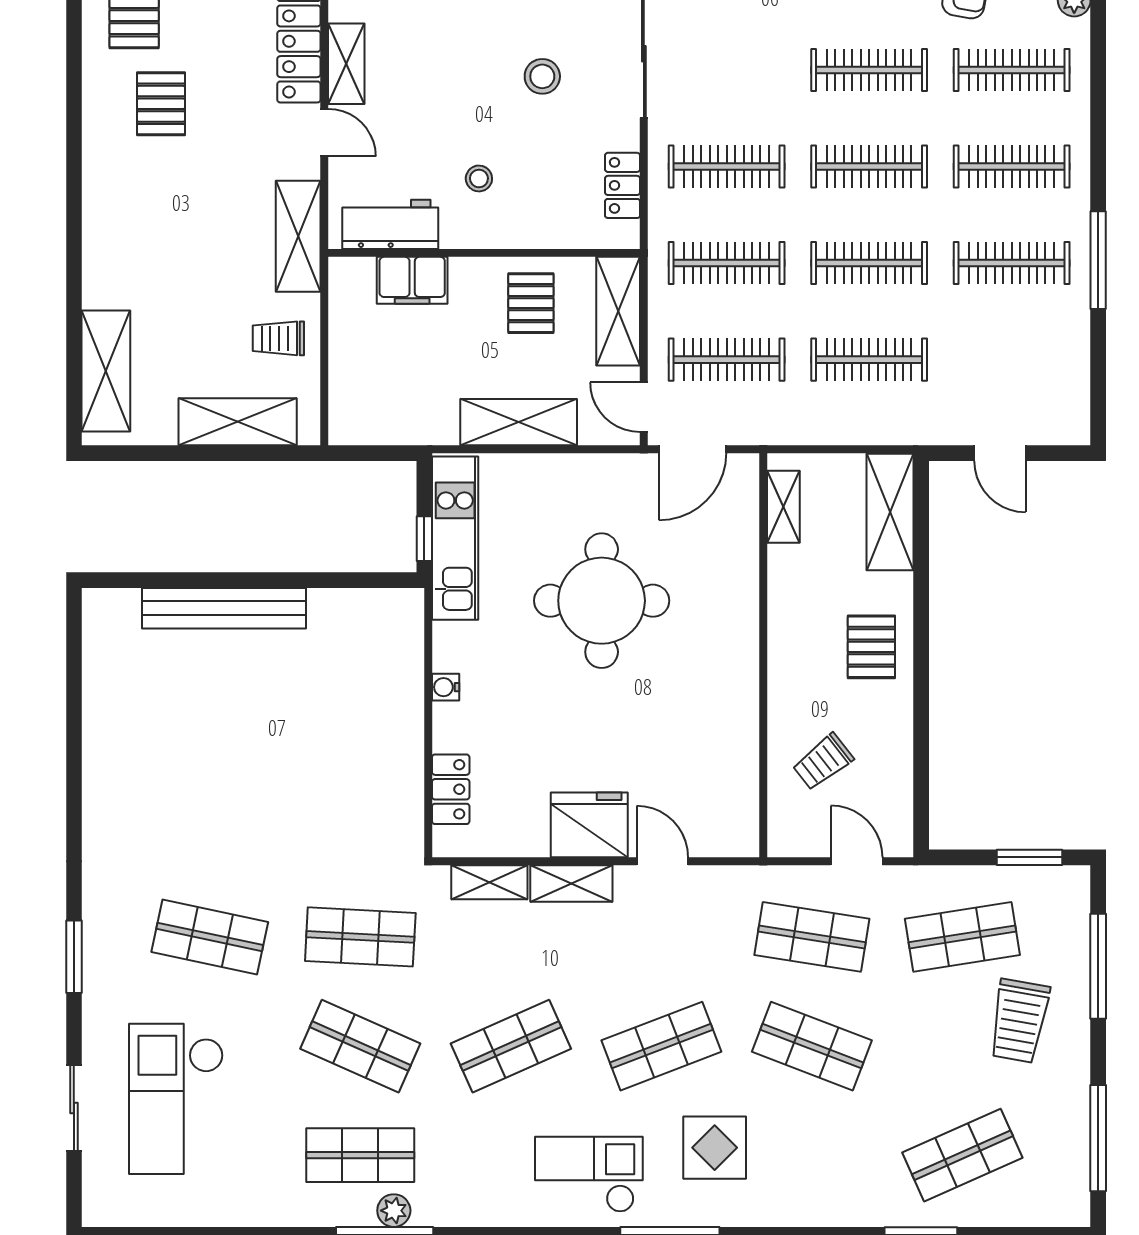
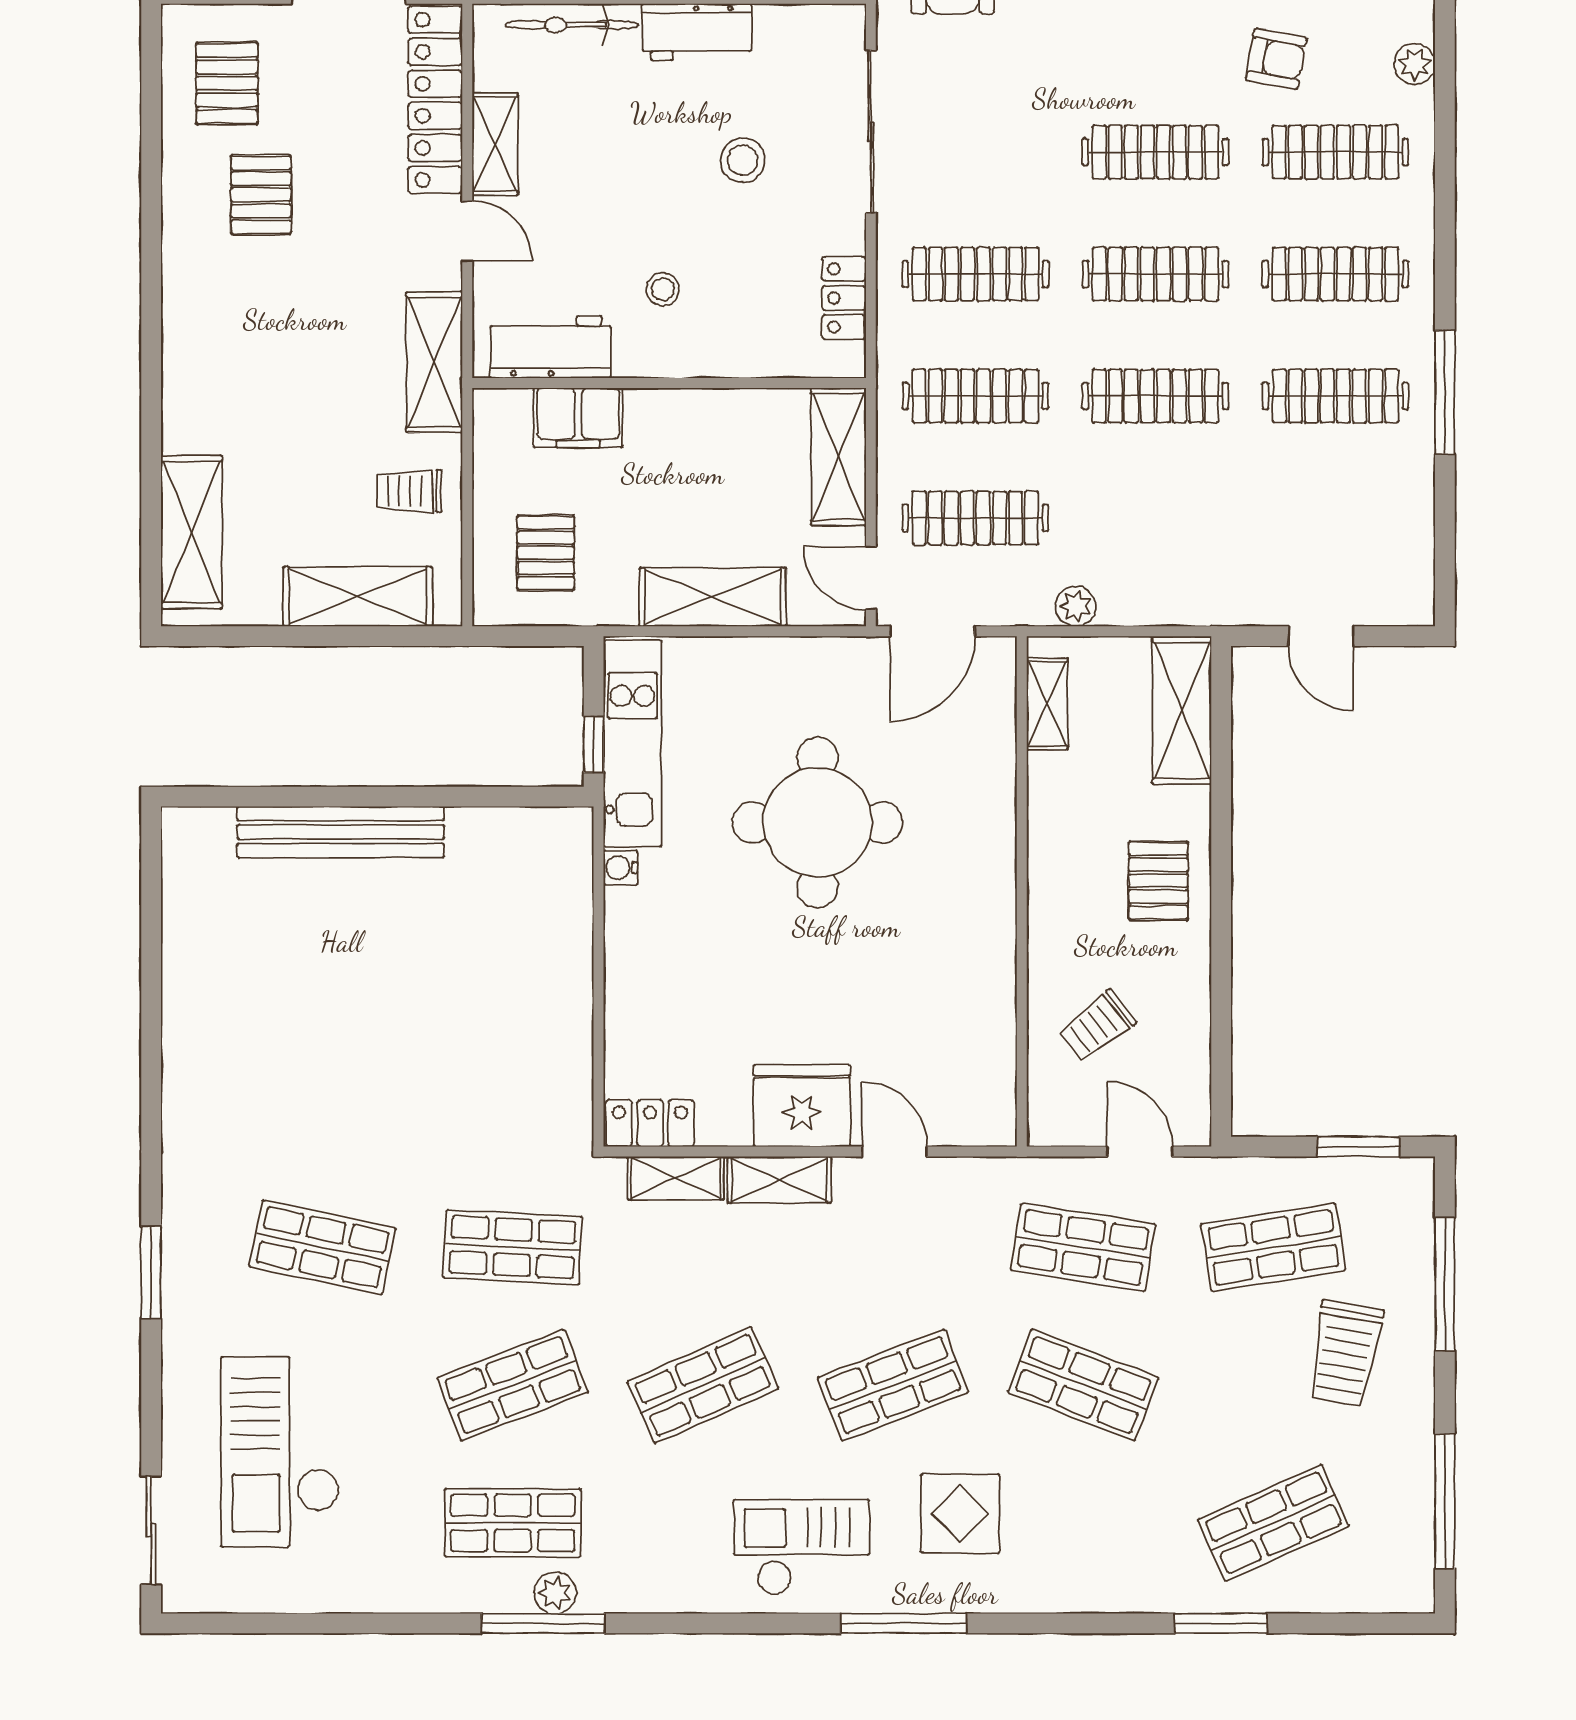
pallet: (531, 303) -> (546, 553), moved
clothes rail: (869, 360) -> (1155, 518), removed
plant: (806, 429) -> (1076, 606), added
water cooler: (446, 687) -> (621, 868), moved
locker: (451, 789) -> (650, 1123), moved, turned -90
shop shelf: (360, 1046) -> (513, 1385), turned -45
sliding door: (74, 1108) -> (151, 1530), moved

